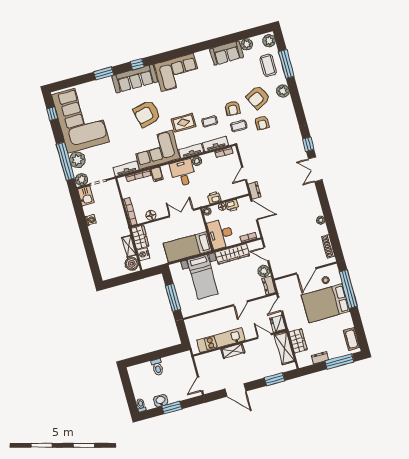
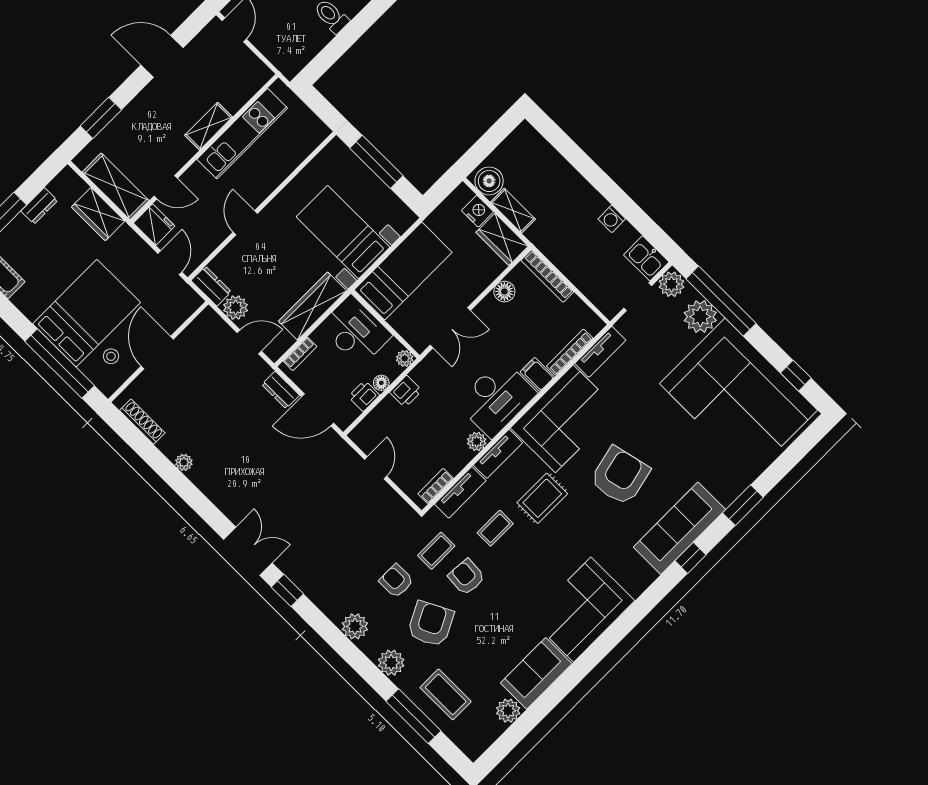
plant: (269, 41) -> (355, 626), moved
corner sofa: (177, 73) -> (582, 610), moved
desk: (183, 173) -> (497, 398), width x1.37
dresser: (254, 190) -> (281, 390), moved

